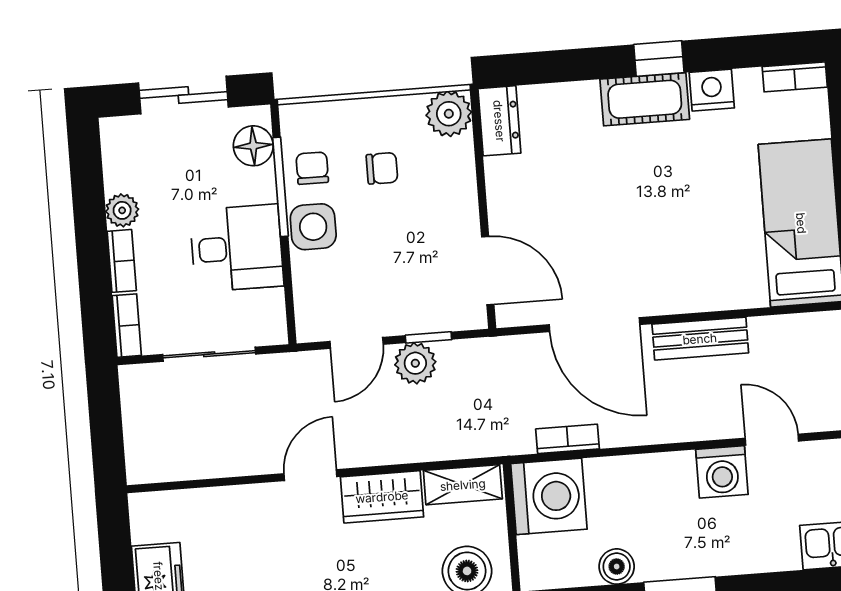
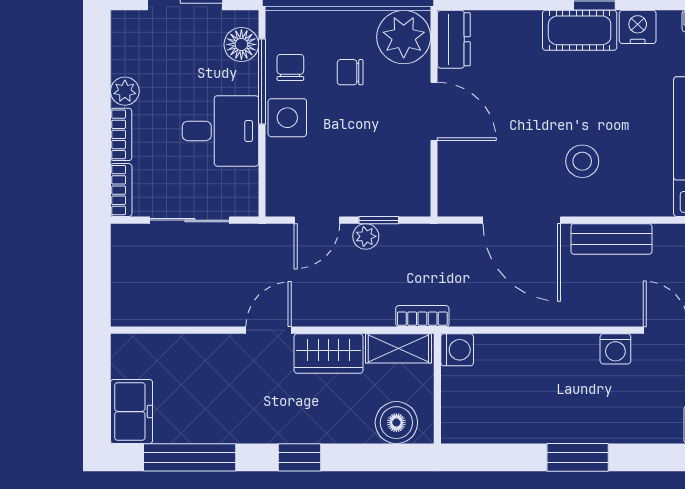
plant: (449, 114) -> (404, 37), width x1.36, depth x1.36
chair: (382, 168) -> (350, 72), turned 180
stool: (659, 251) -> (582, 161), added
door: (488, 271) -> (434, 111), moved
plant: (415, 363) -> (366, 236), width x0.73, depth x0.73
bookcase: (568, 439) -> (422, 316), moved
washing machine: (722, 472) -> (615, 349), width x0.73, depth x0.73
washing machine: (549, 496) -> (457, 350), width x0.53, depth x0.53
boiler: (617, 567) -> (525, 429), removed

